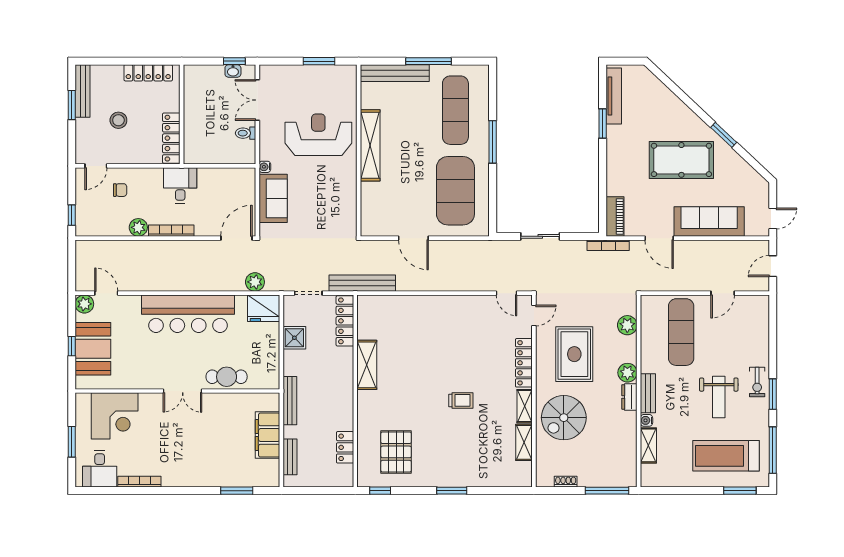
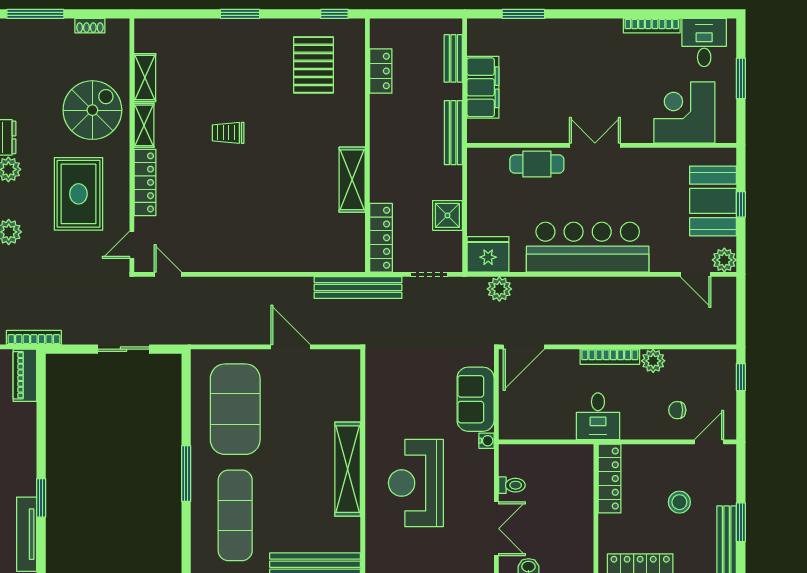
reception desk: (318, 135) -> (416, 483), turned 90

